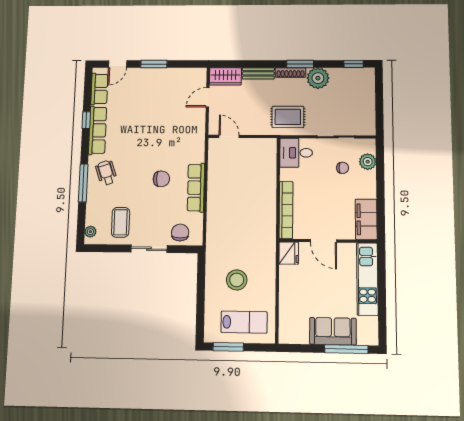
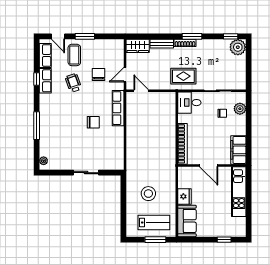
door: (118, 64) -> (58, 36), hinge flipped
plant: (318, 78) -> (238, 47), moved
door: (208, 97) -> (125, 75), moved
row of seats: (98, 130) -> (45, 81), width x0.68
wheelchair: (106, 173) -> (73, 83), moved
row of seats: (196, 188) -> (118, 108), moved
coffee table: (121, 222) -> (74, 55), moved
chair: (180, 233) -> (99, 74), moved
fridge: (289, 253) -> (184, 196), moved
sofa: (333, 331) -> (187, 221), moved, turned 90
window: (228, 347) -> (155, 240), moved
window: (346, 349) -> (224, 240), width x0.46

